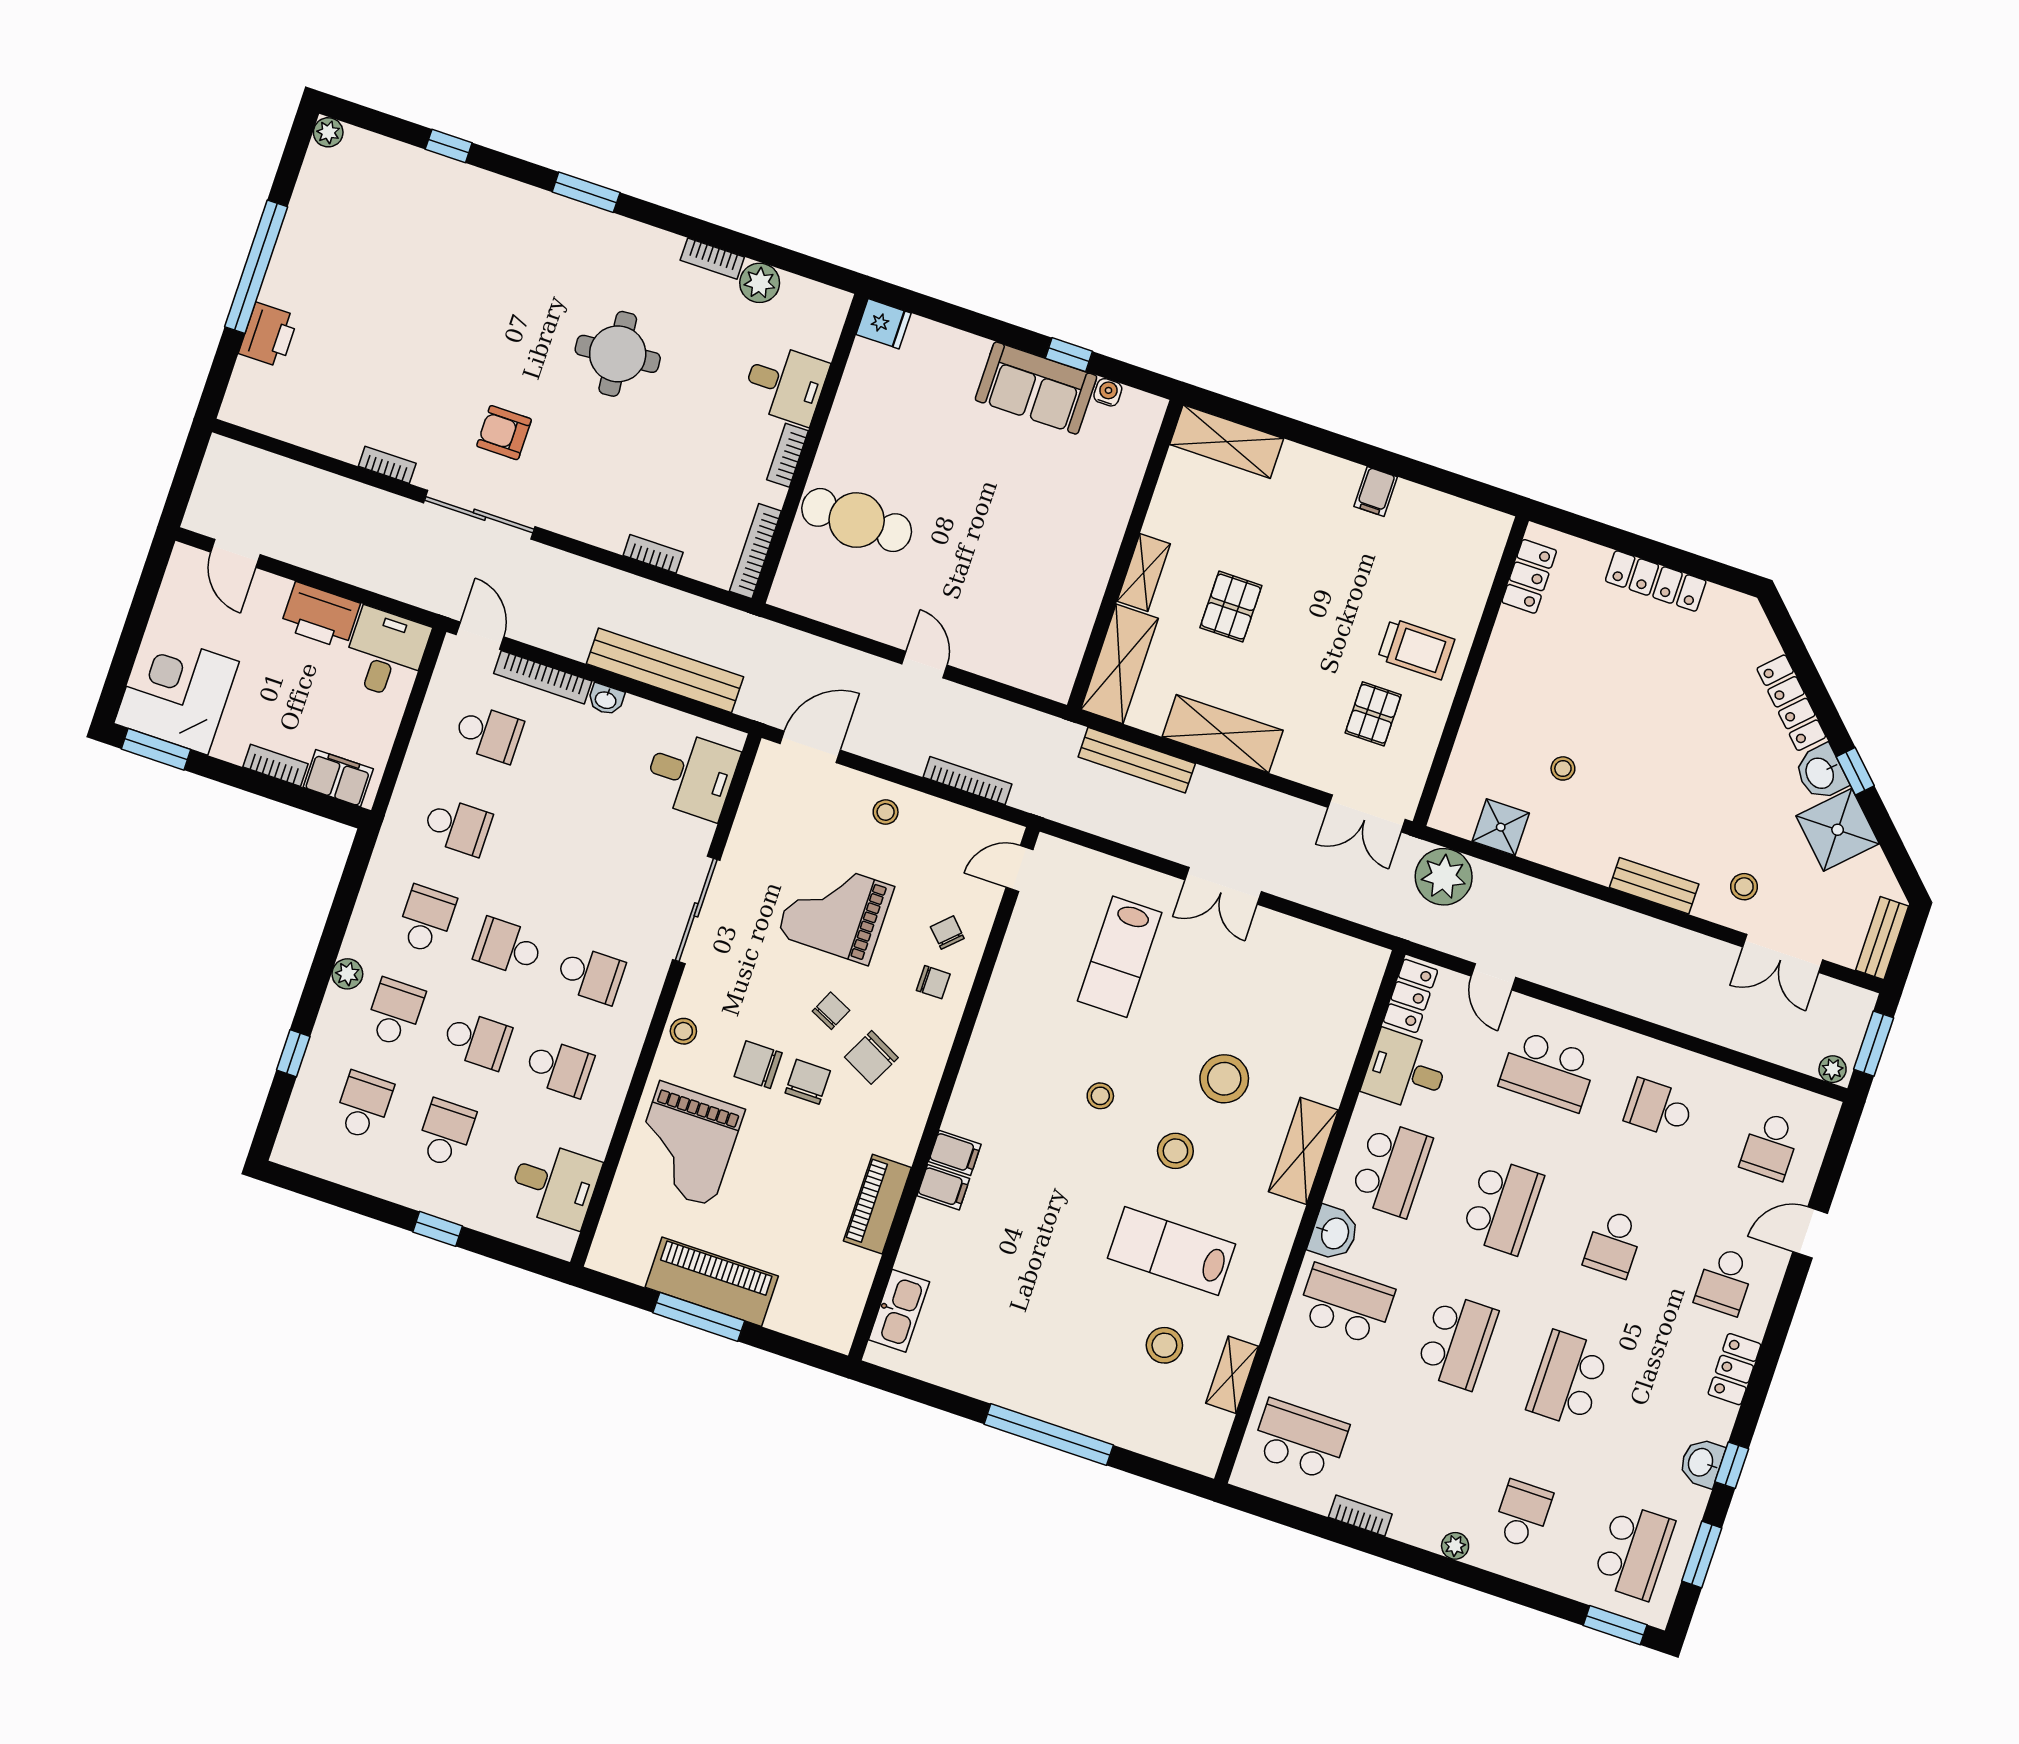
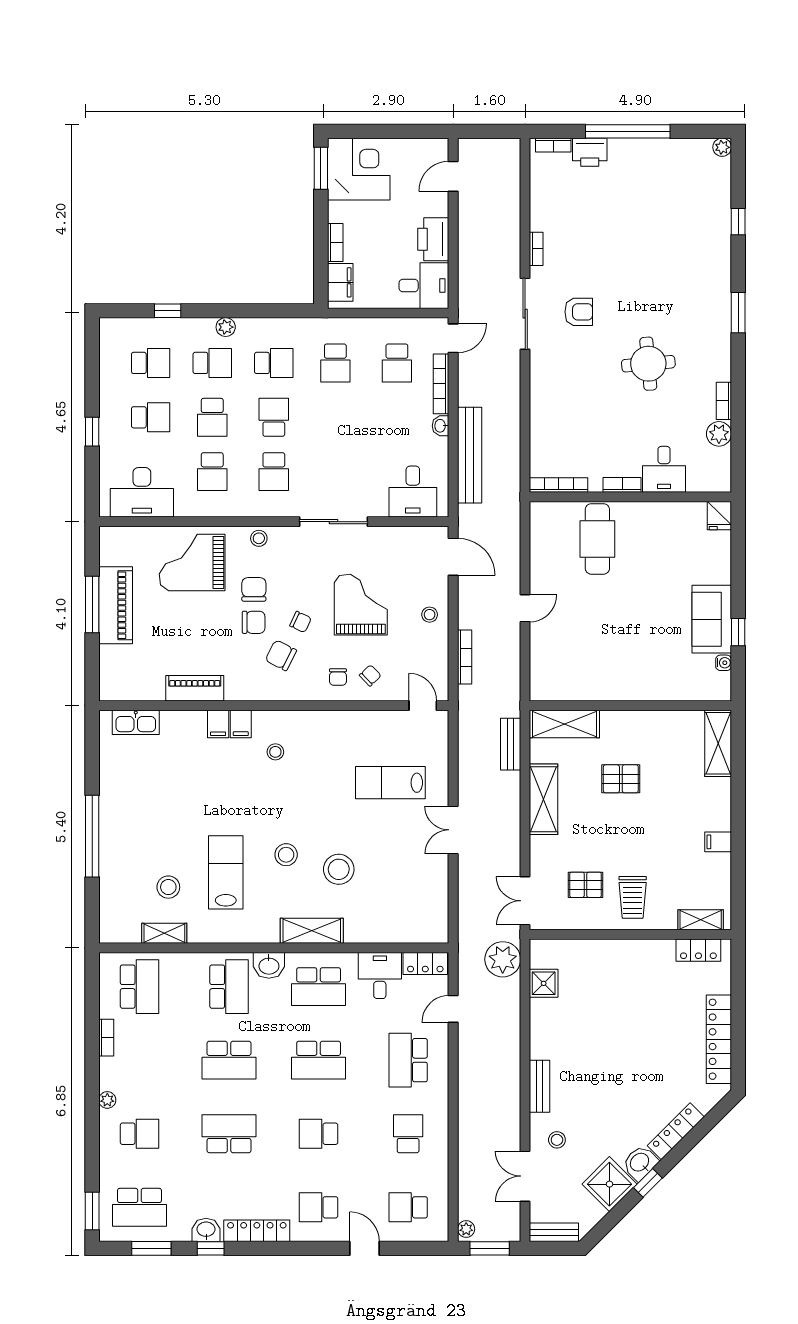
armchair: (504, 433) -> (579, 312), turned 90
bookcase: (653, 554) -> (553, 145), moved, turned 90
shelving: (1144, 572) -> (701, 920), moved
locker: (1656, 581) -> (719, 1039), width x1.41, depth x1.21
bench: (1137, 760) -> (511, 744), width x0.73
stool: (1563, 768) -> (591, 1009), removed
stool: (1100, 1096) -> (275, 752), moved
desk: (554, 1185) -> (142, 492), width x1.37
locker: (1734, 1369) -> (257, 1231), width x1.53

